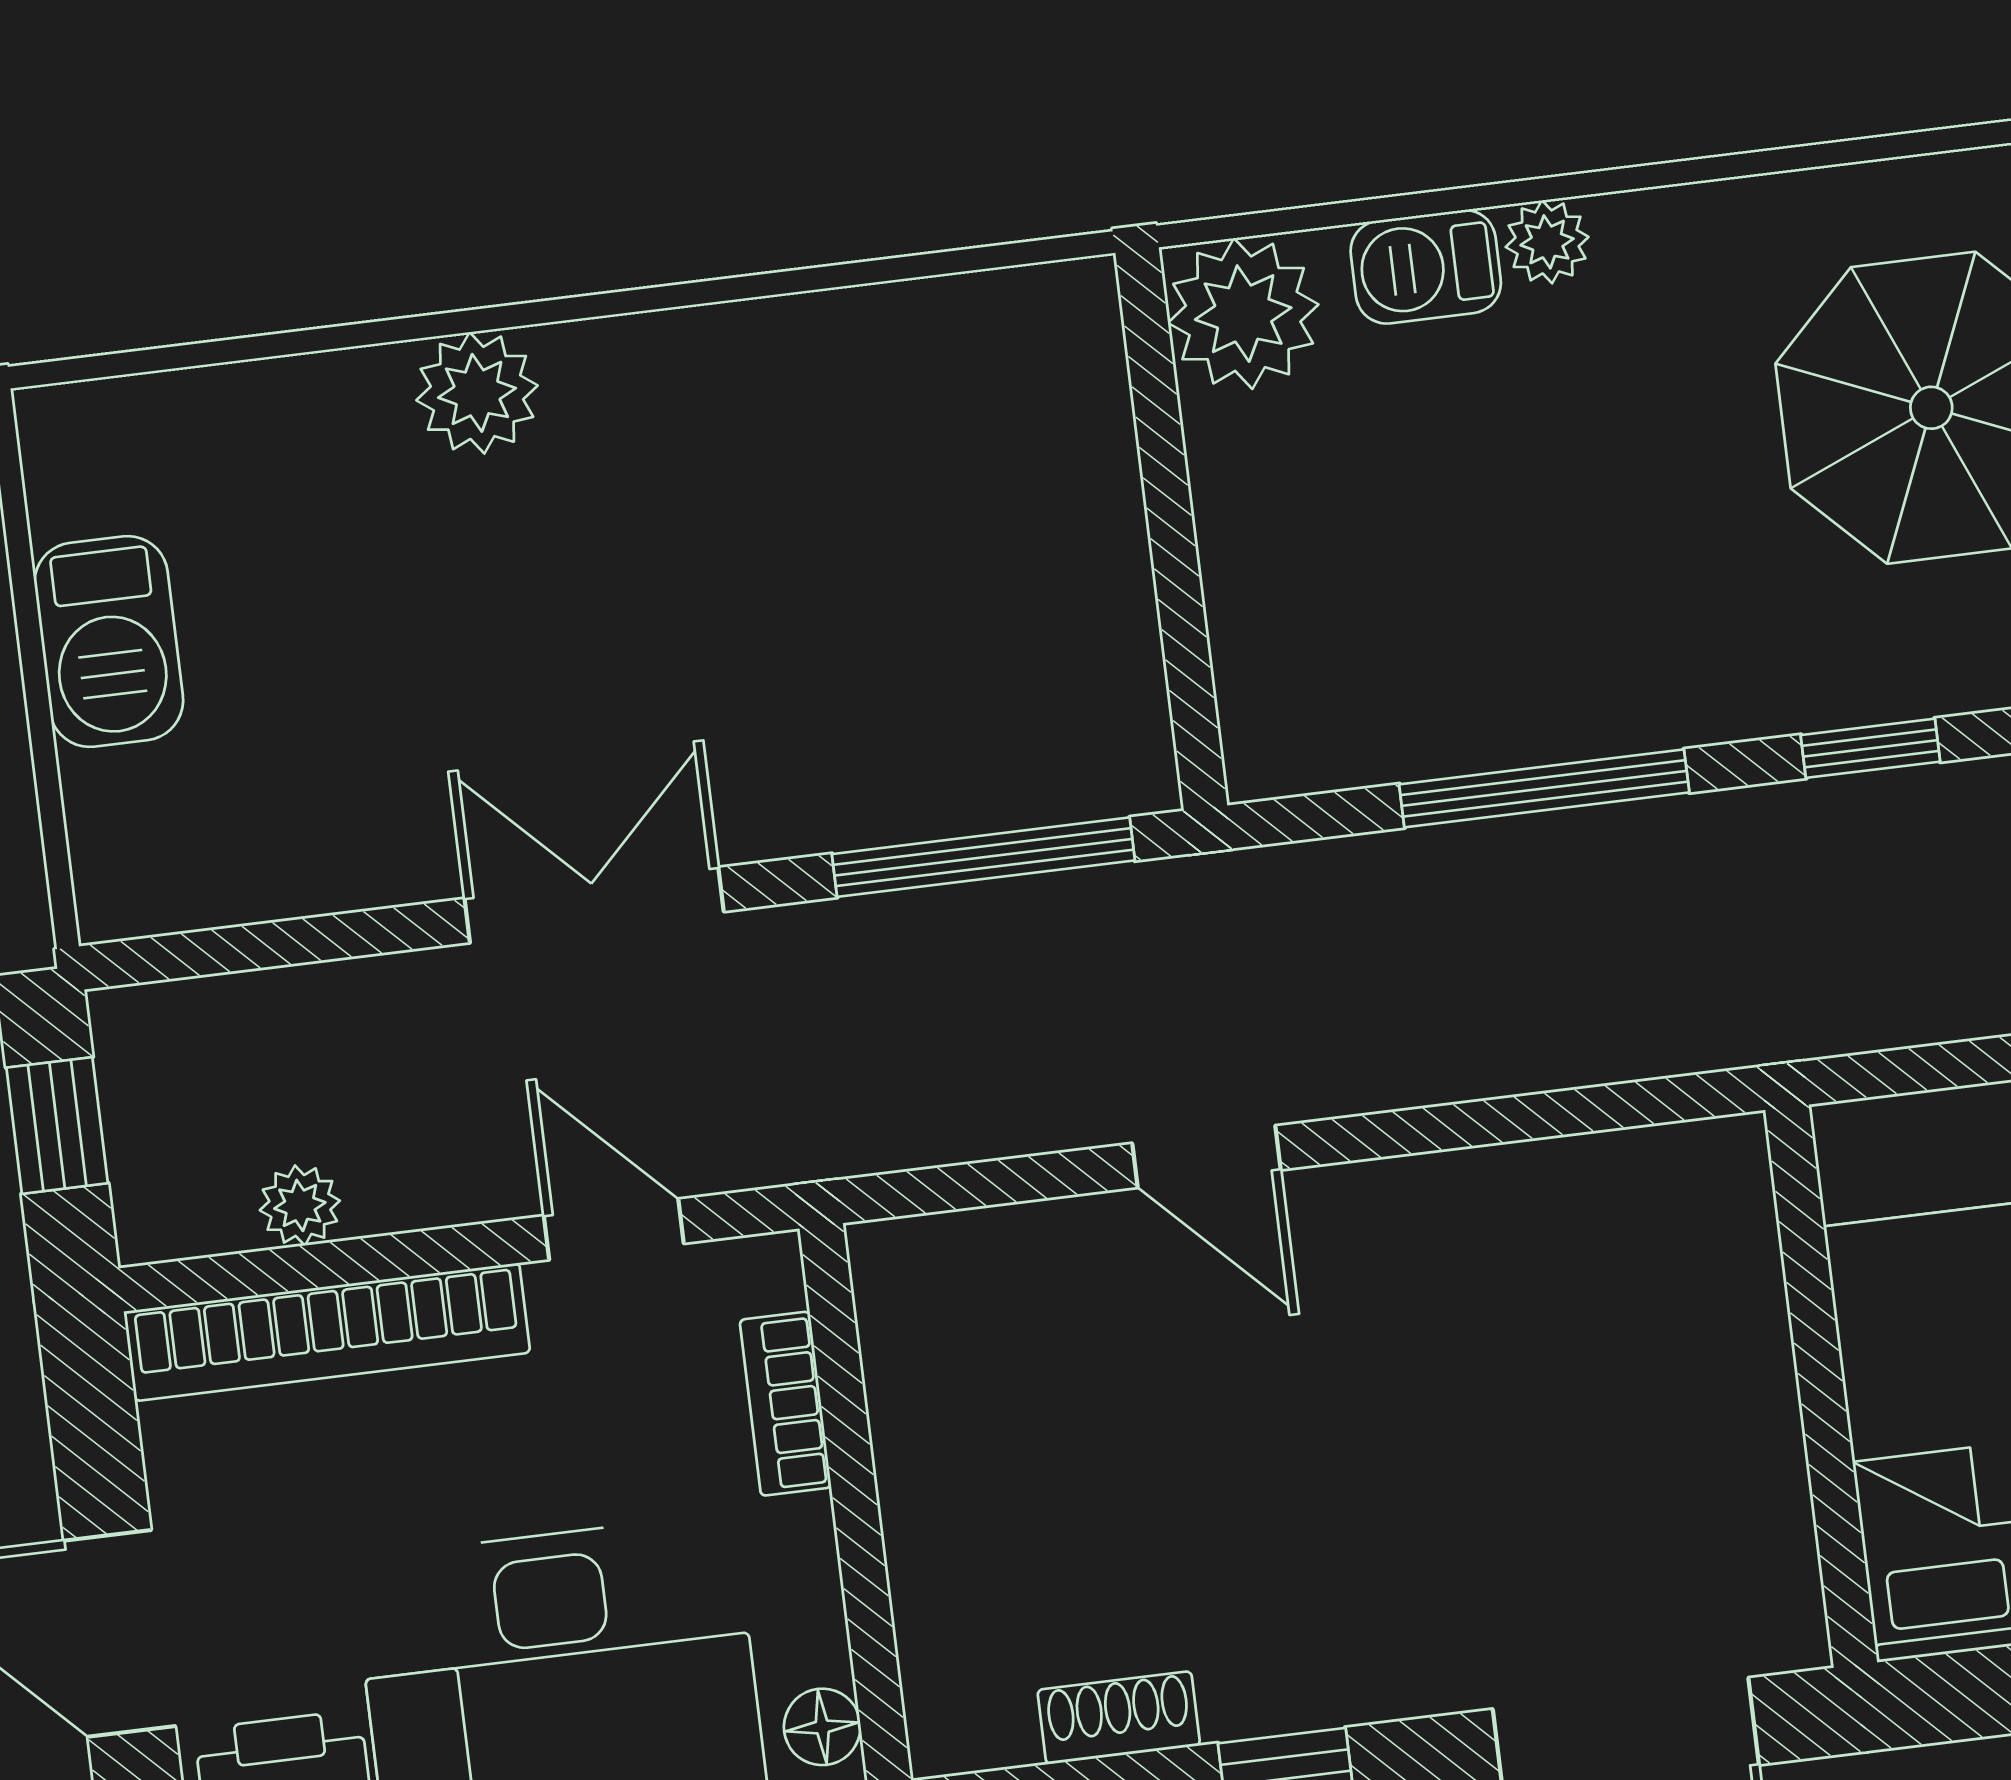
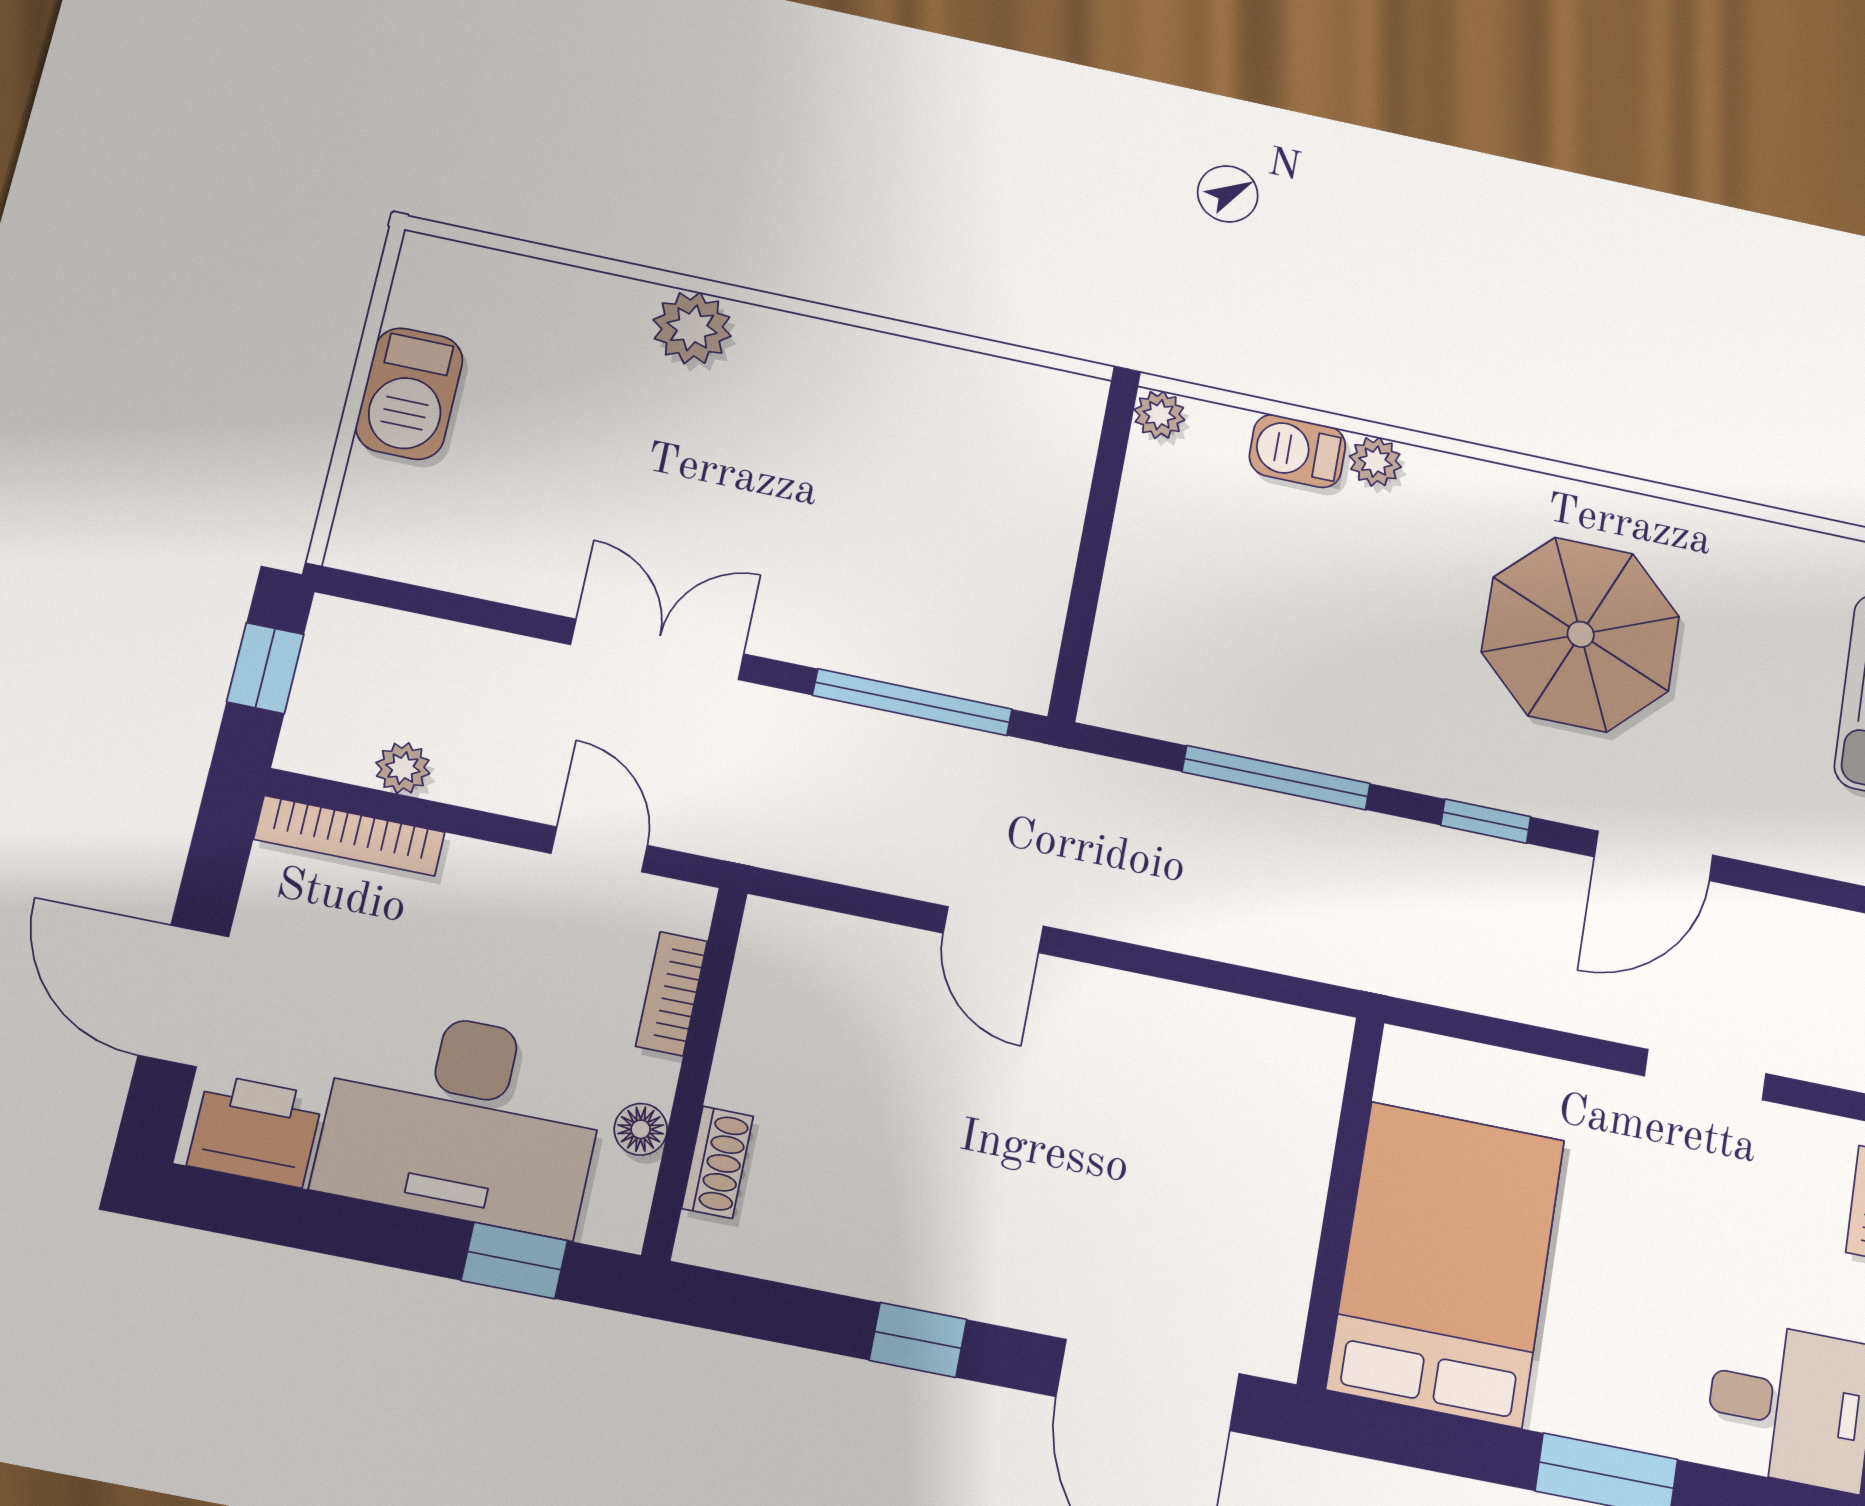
plant: (1243, 314) -> (1159, 415), width x0.53, depth x0.53
bookcase: (327, 1332) -> (349, 836), width x0.68, depth x0.76
shoe rack: (1119, 1718) -> (718, 1162), moved, turned 90
floor lamp: (822, 1727) -> (641, 1129), moved

